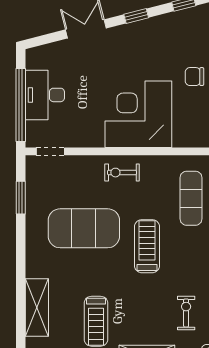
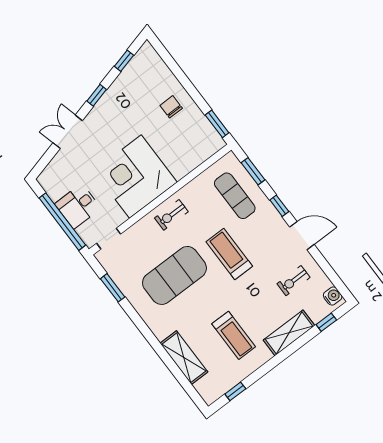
chair: (194, 77) -> (171, 107), turned 90
desk: (45, 95) -> (78, 206), width x0.73
corner desk: (138, 114) -> (135, 177), moved
exercise bike: (186, 313) -> (294, 281), turned -90

